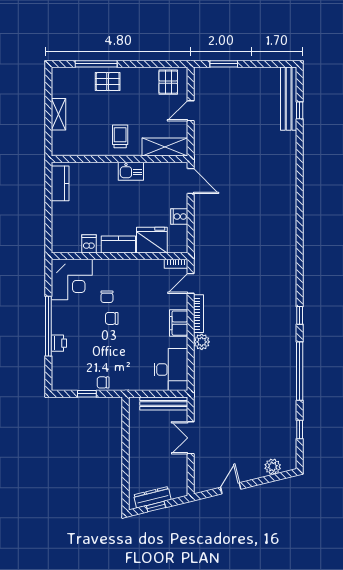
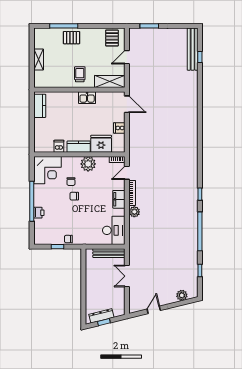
plant: (133, 270) -> (88, 164), added

